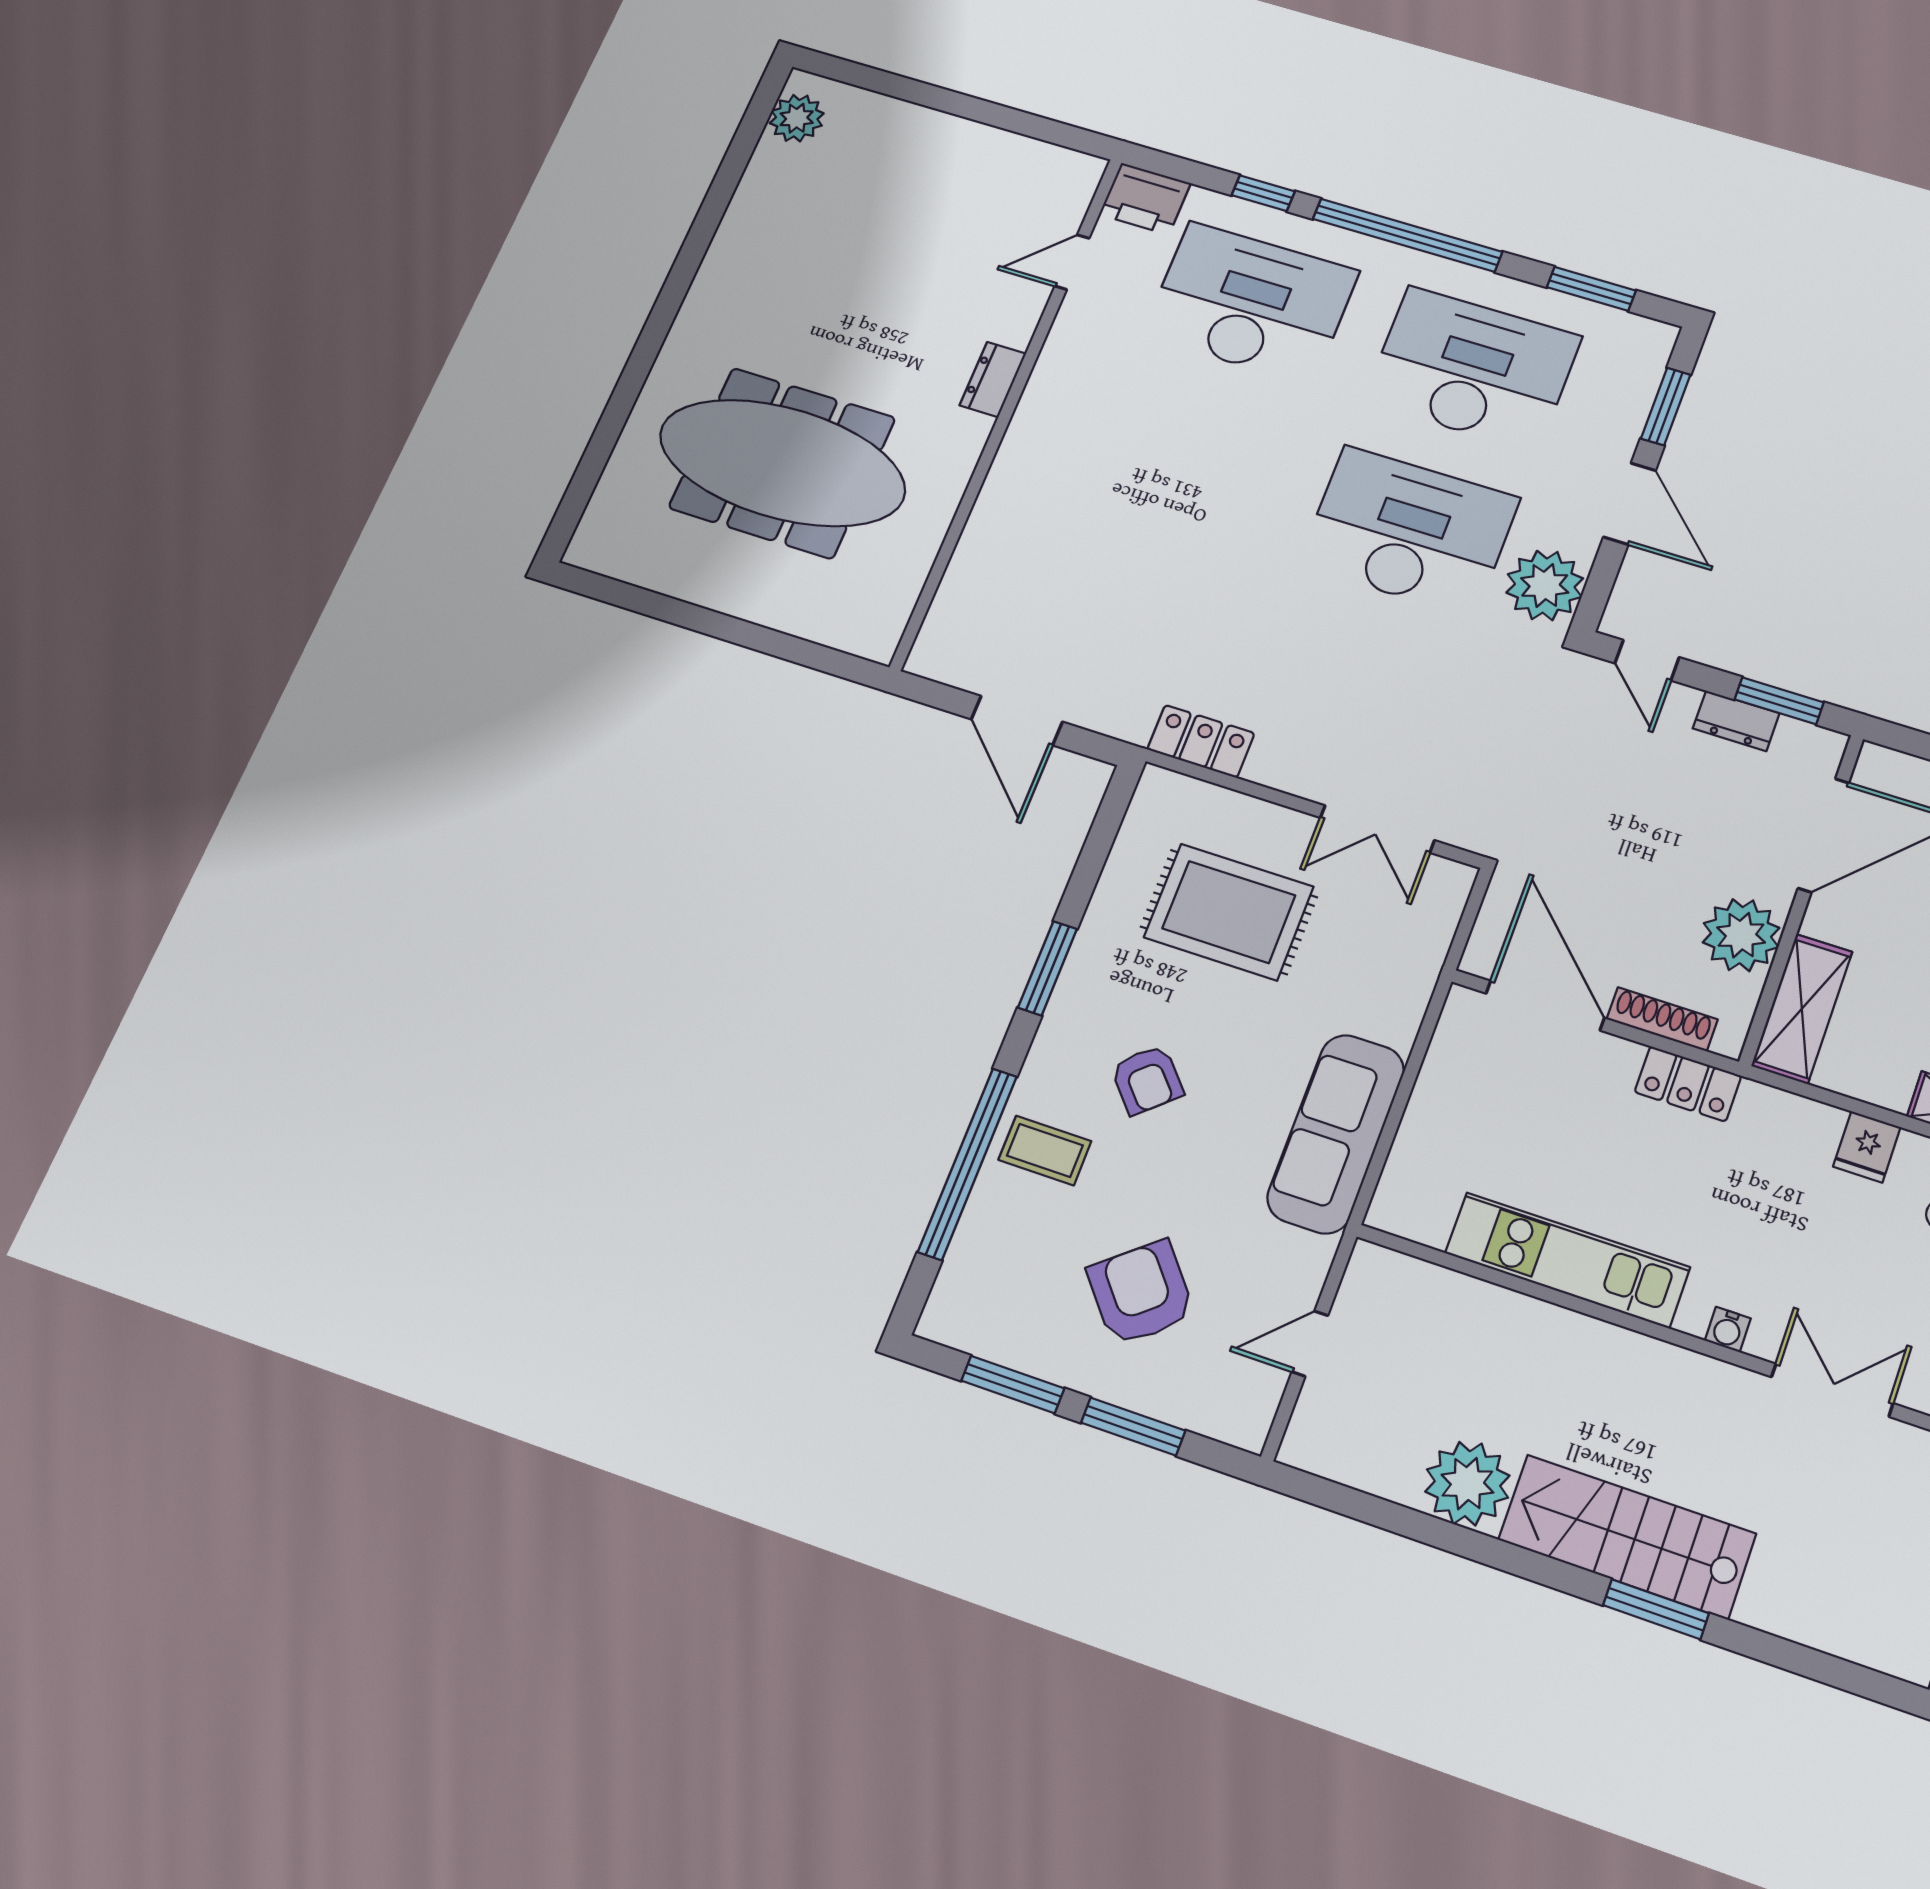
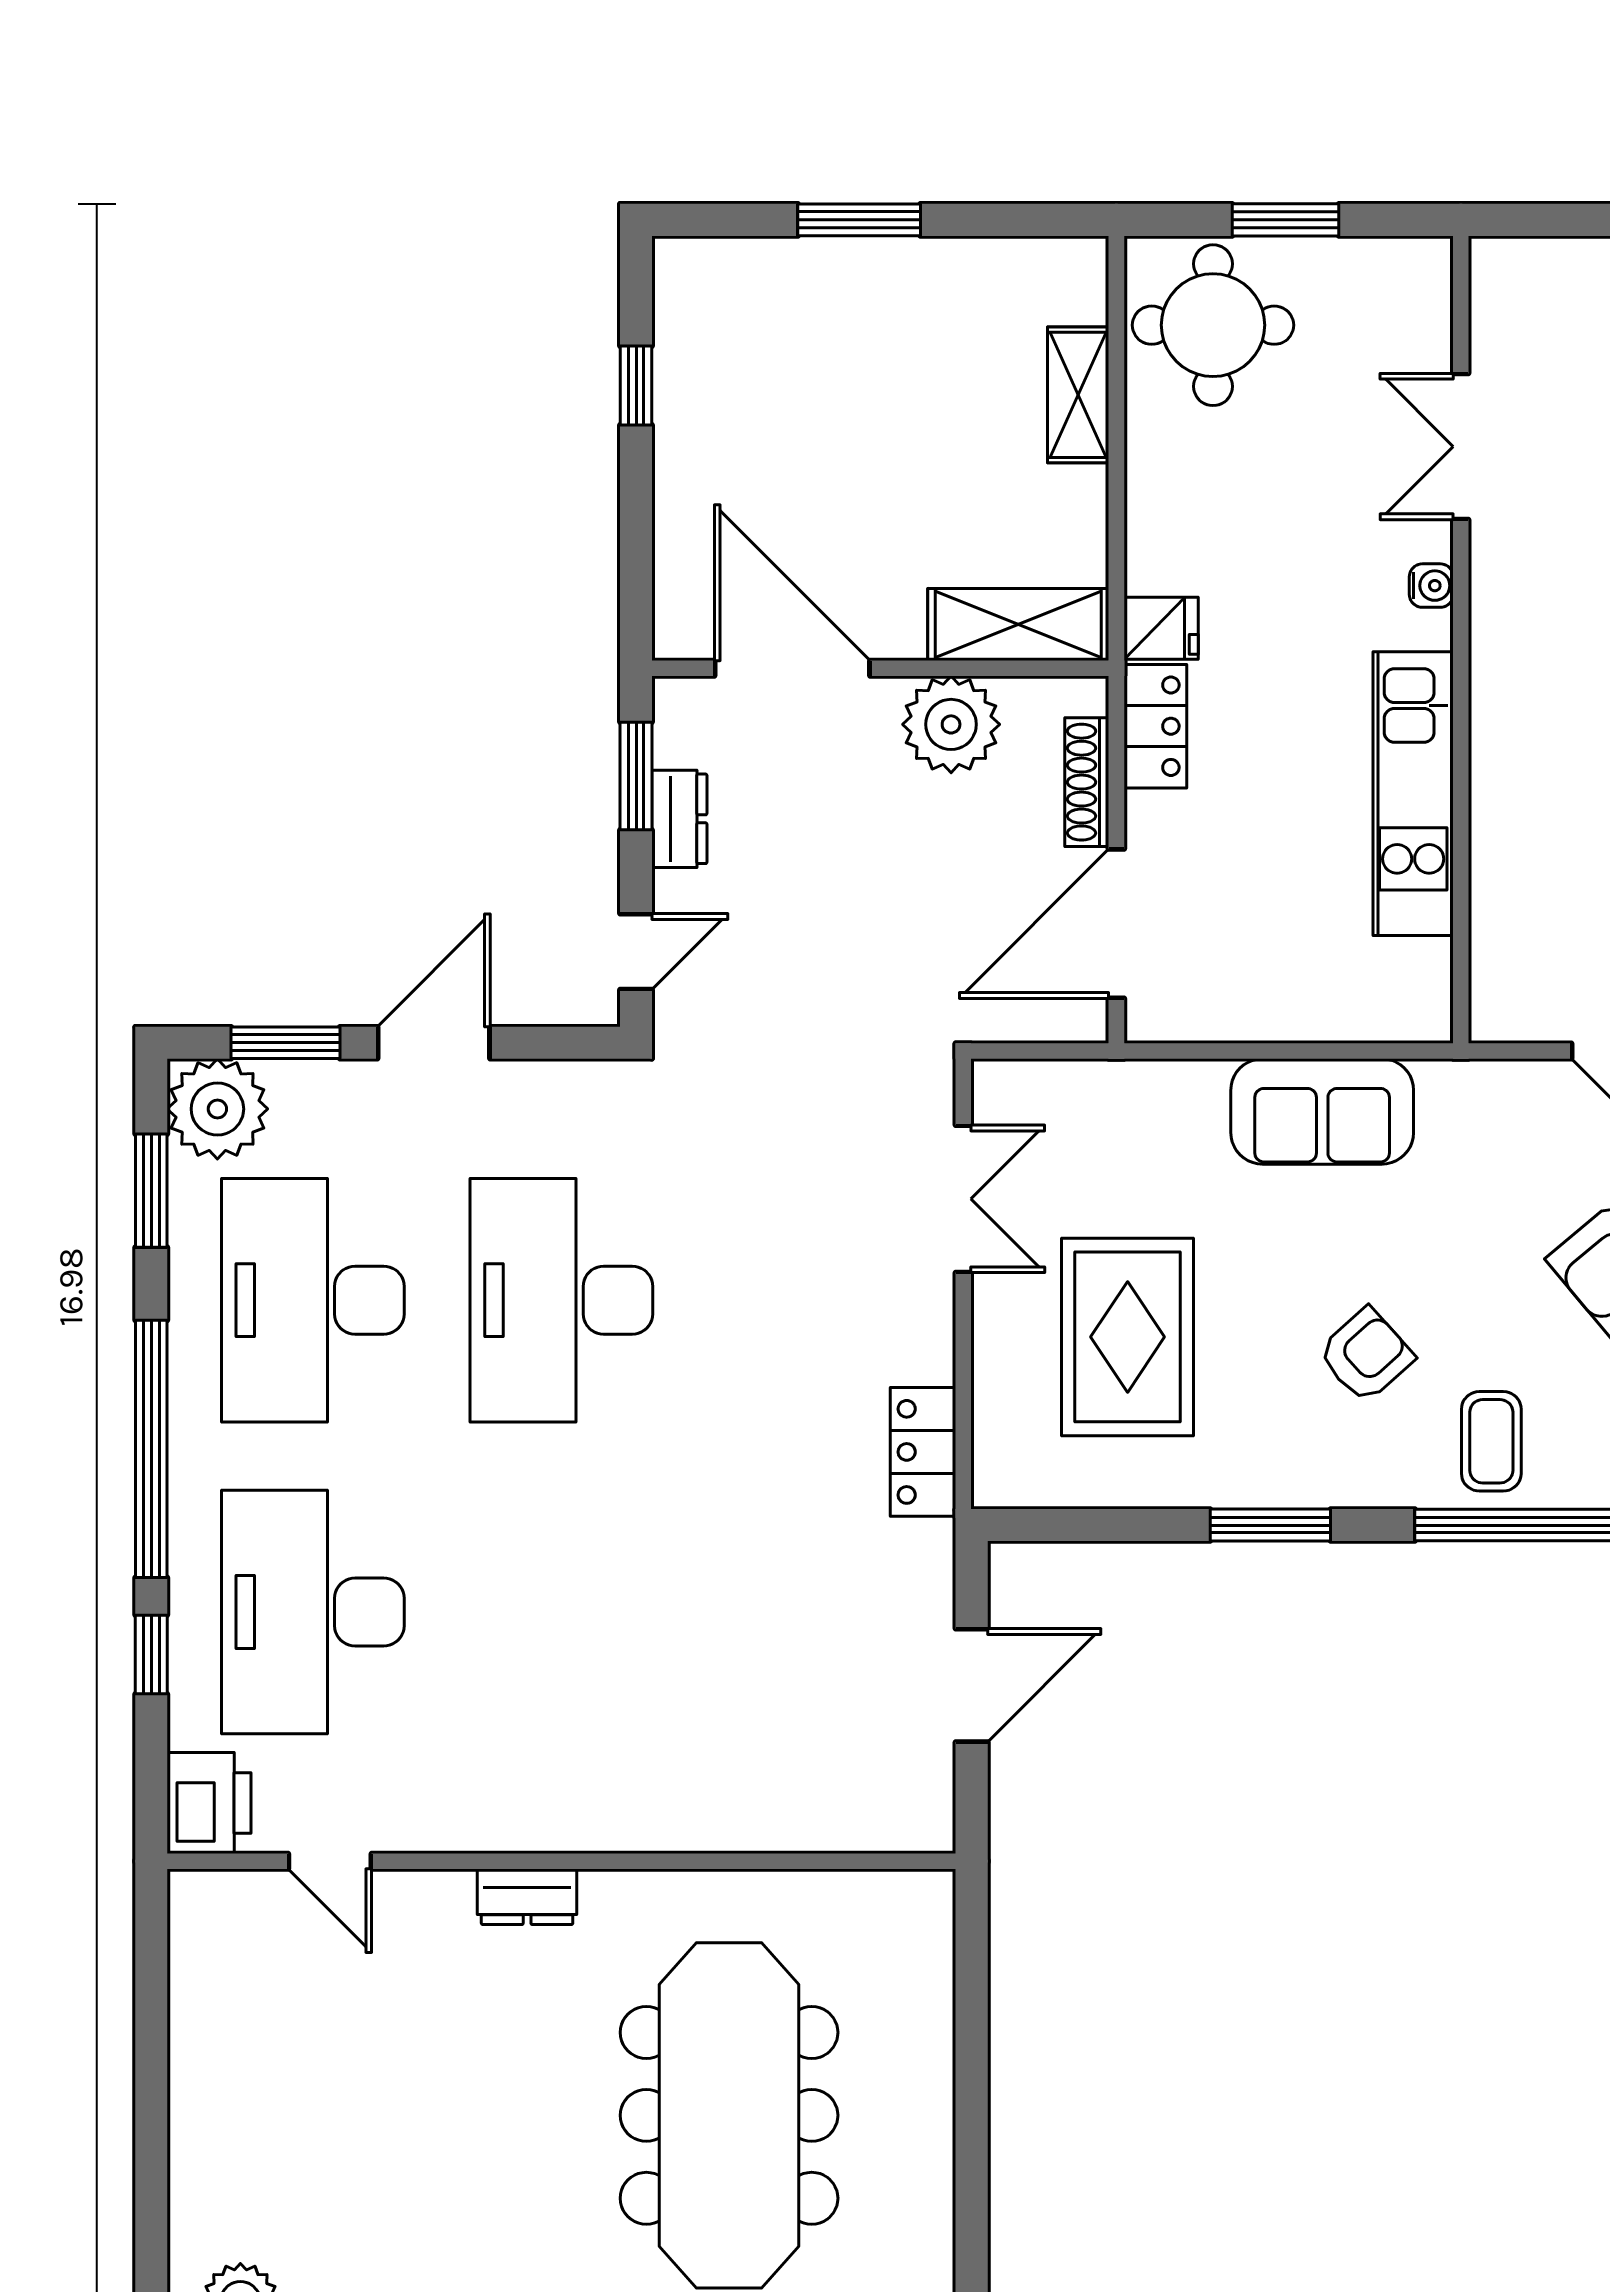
plant: (1545, 585) -> (217, 1109), moved
sofa: (1336, 1134) -> (1322, 1111), width x0.73
fridge: (1867, 1147) -> (1161, 628), moved

